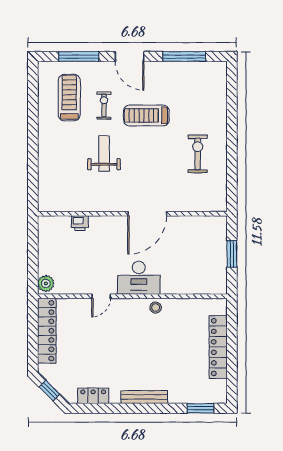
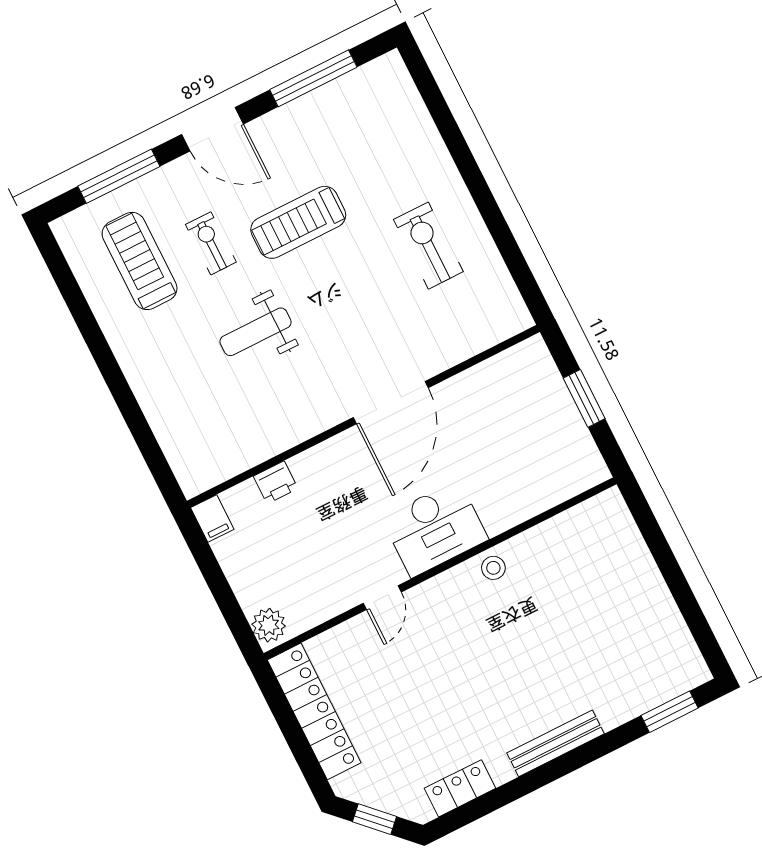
weight bench: (104, 154) -> (256, 332), turned -90
filing cabinet: (45, 225) -> (212, 518), added
locker: (218, 347) -> (645, 583), removed

